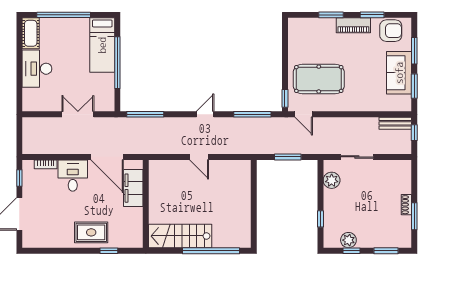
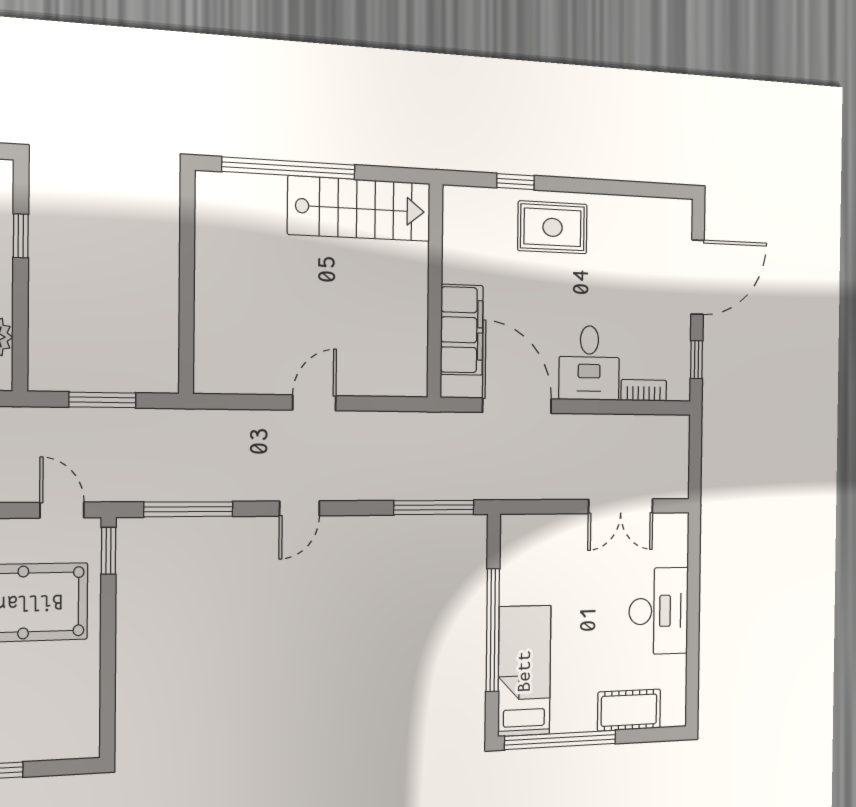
window: (64, 15) -> (561, 740), moved
cot: (31, 33) -> (629, 710), moved, turned 90
double door: (78, 114) -> (621, 506), moved
door: (199, 157) -> (314, 403), hinge flipped

